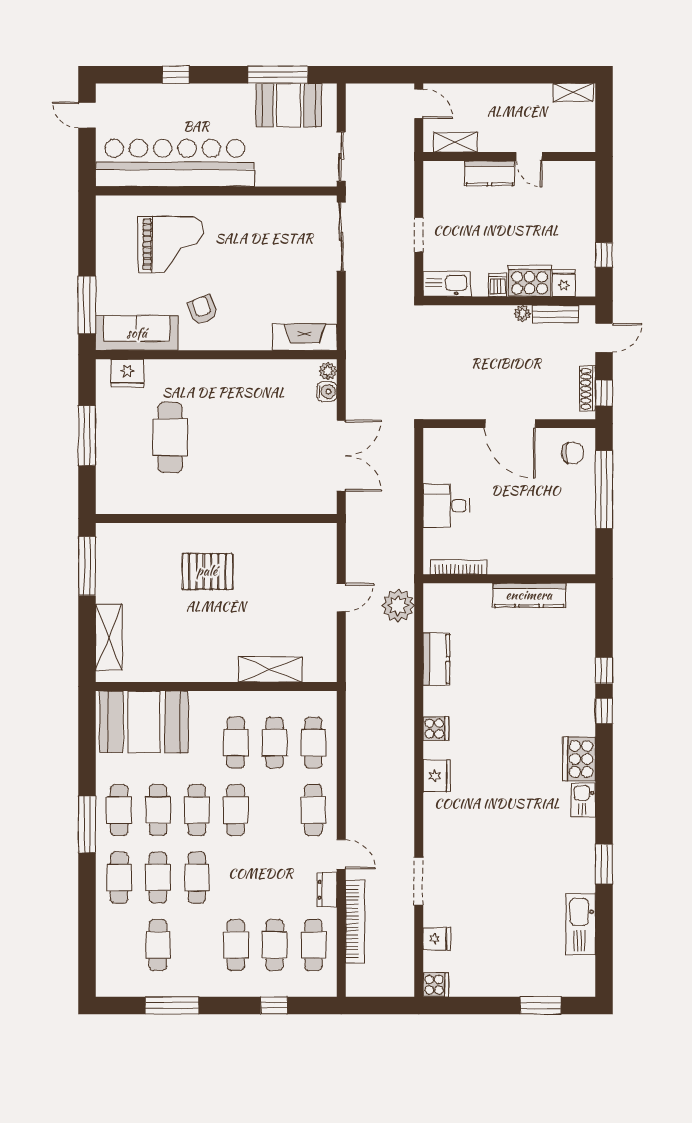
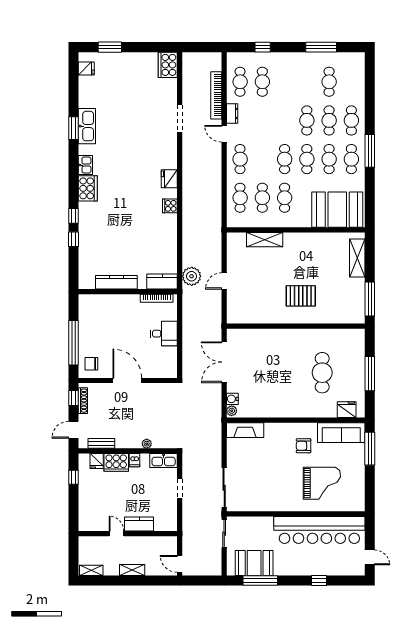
shelving: (455, 142) -> (132, 570), moved
grand piano: (170, 244) -> (322, 483), turned 180
armchair: (203, 310) -> (303, 446), turned 111
plant: (522, 313) -> (147, 444), moved
kitchen counter: (436, 659) -> (162, 282), moved, turned 90
kitchen sink: (581, 924) -> (87, 126), moved
fridge: (437, 939) -> (86, 68), moved, turned 180
cafe table: (236, 945) -> (285, 82), removed
cooker: (436, 985) -> (168, 65), width x1.87, depth x1.31

